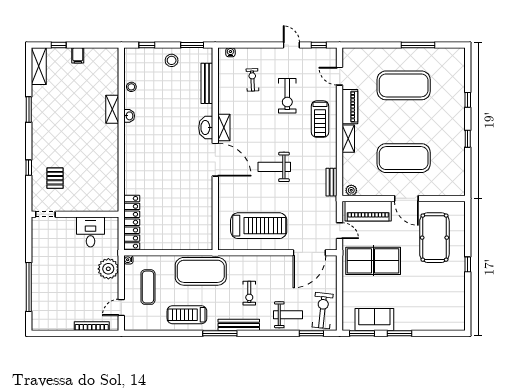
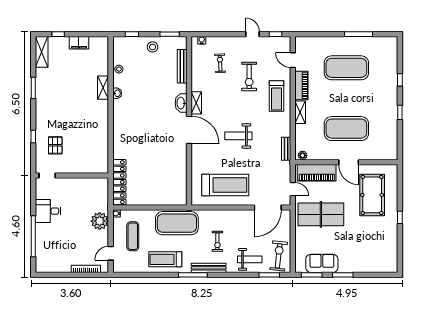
filing cabinet: (78, 55) -> (79, 43), width x2.00
desk: (91, 232) -> (48, 211), moved, turned -90

